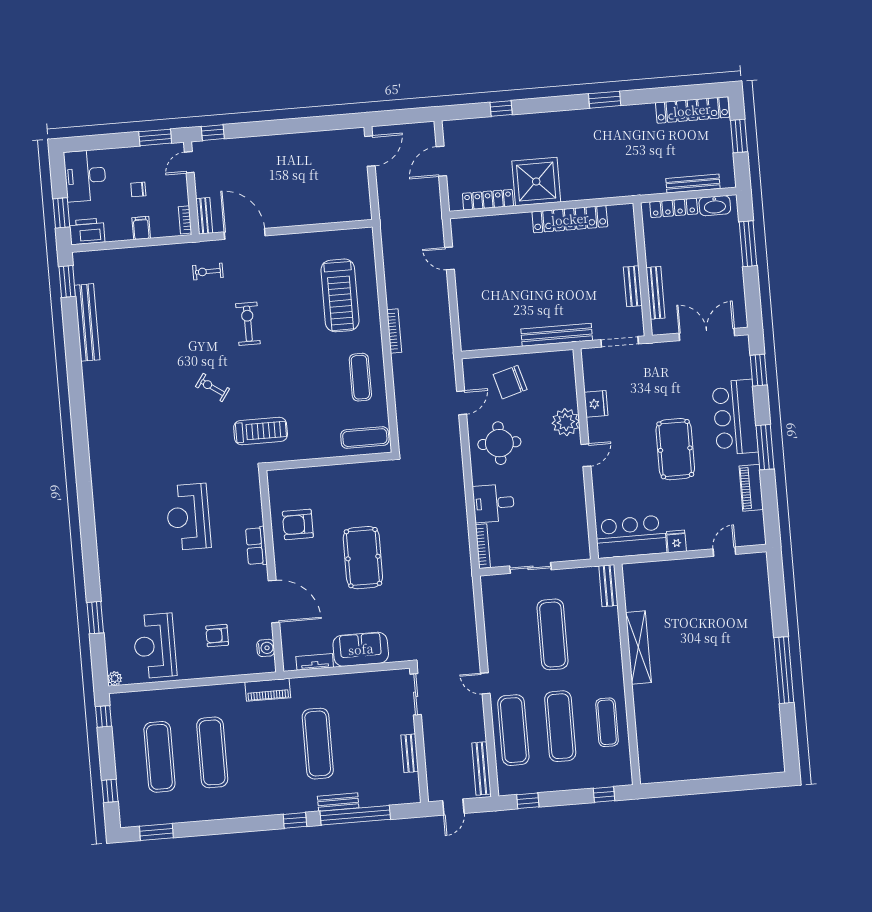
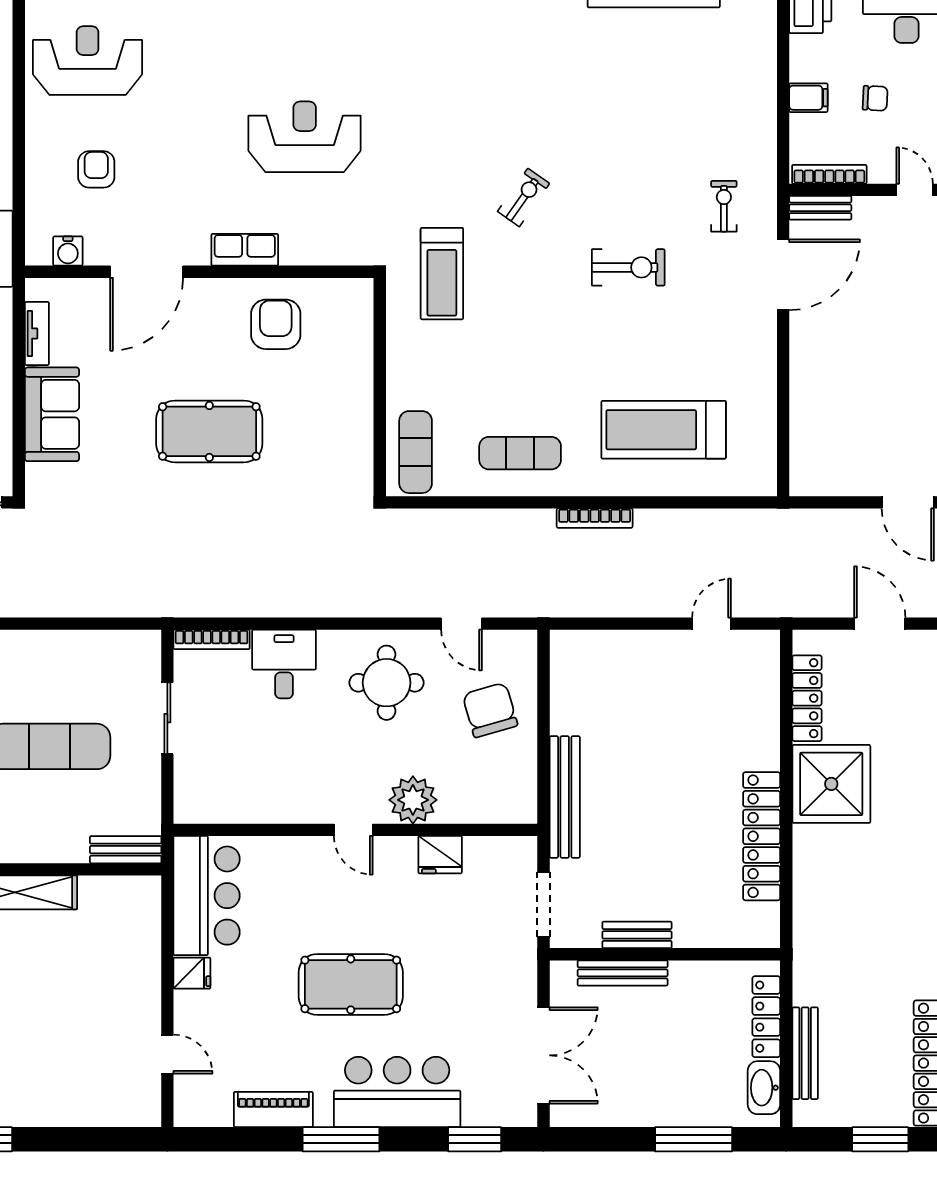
chair: (138, 189) -> (875, 98), turned 93
bookcase: (185, 220) -> (829, 174), width x1.56

